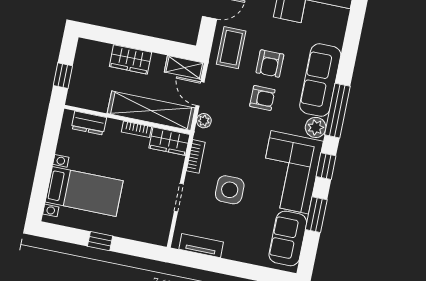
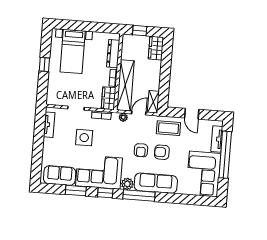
wardrobe: (130, 59) -> (156, 48), moved
dresser: (89, 123) -> (113, 54), width x1.44

